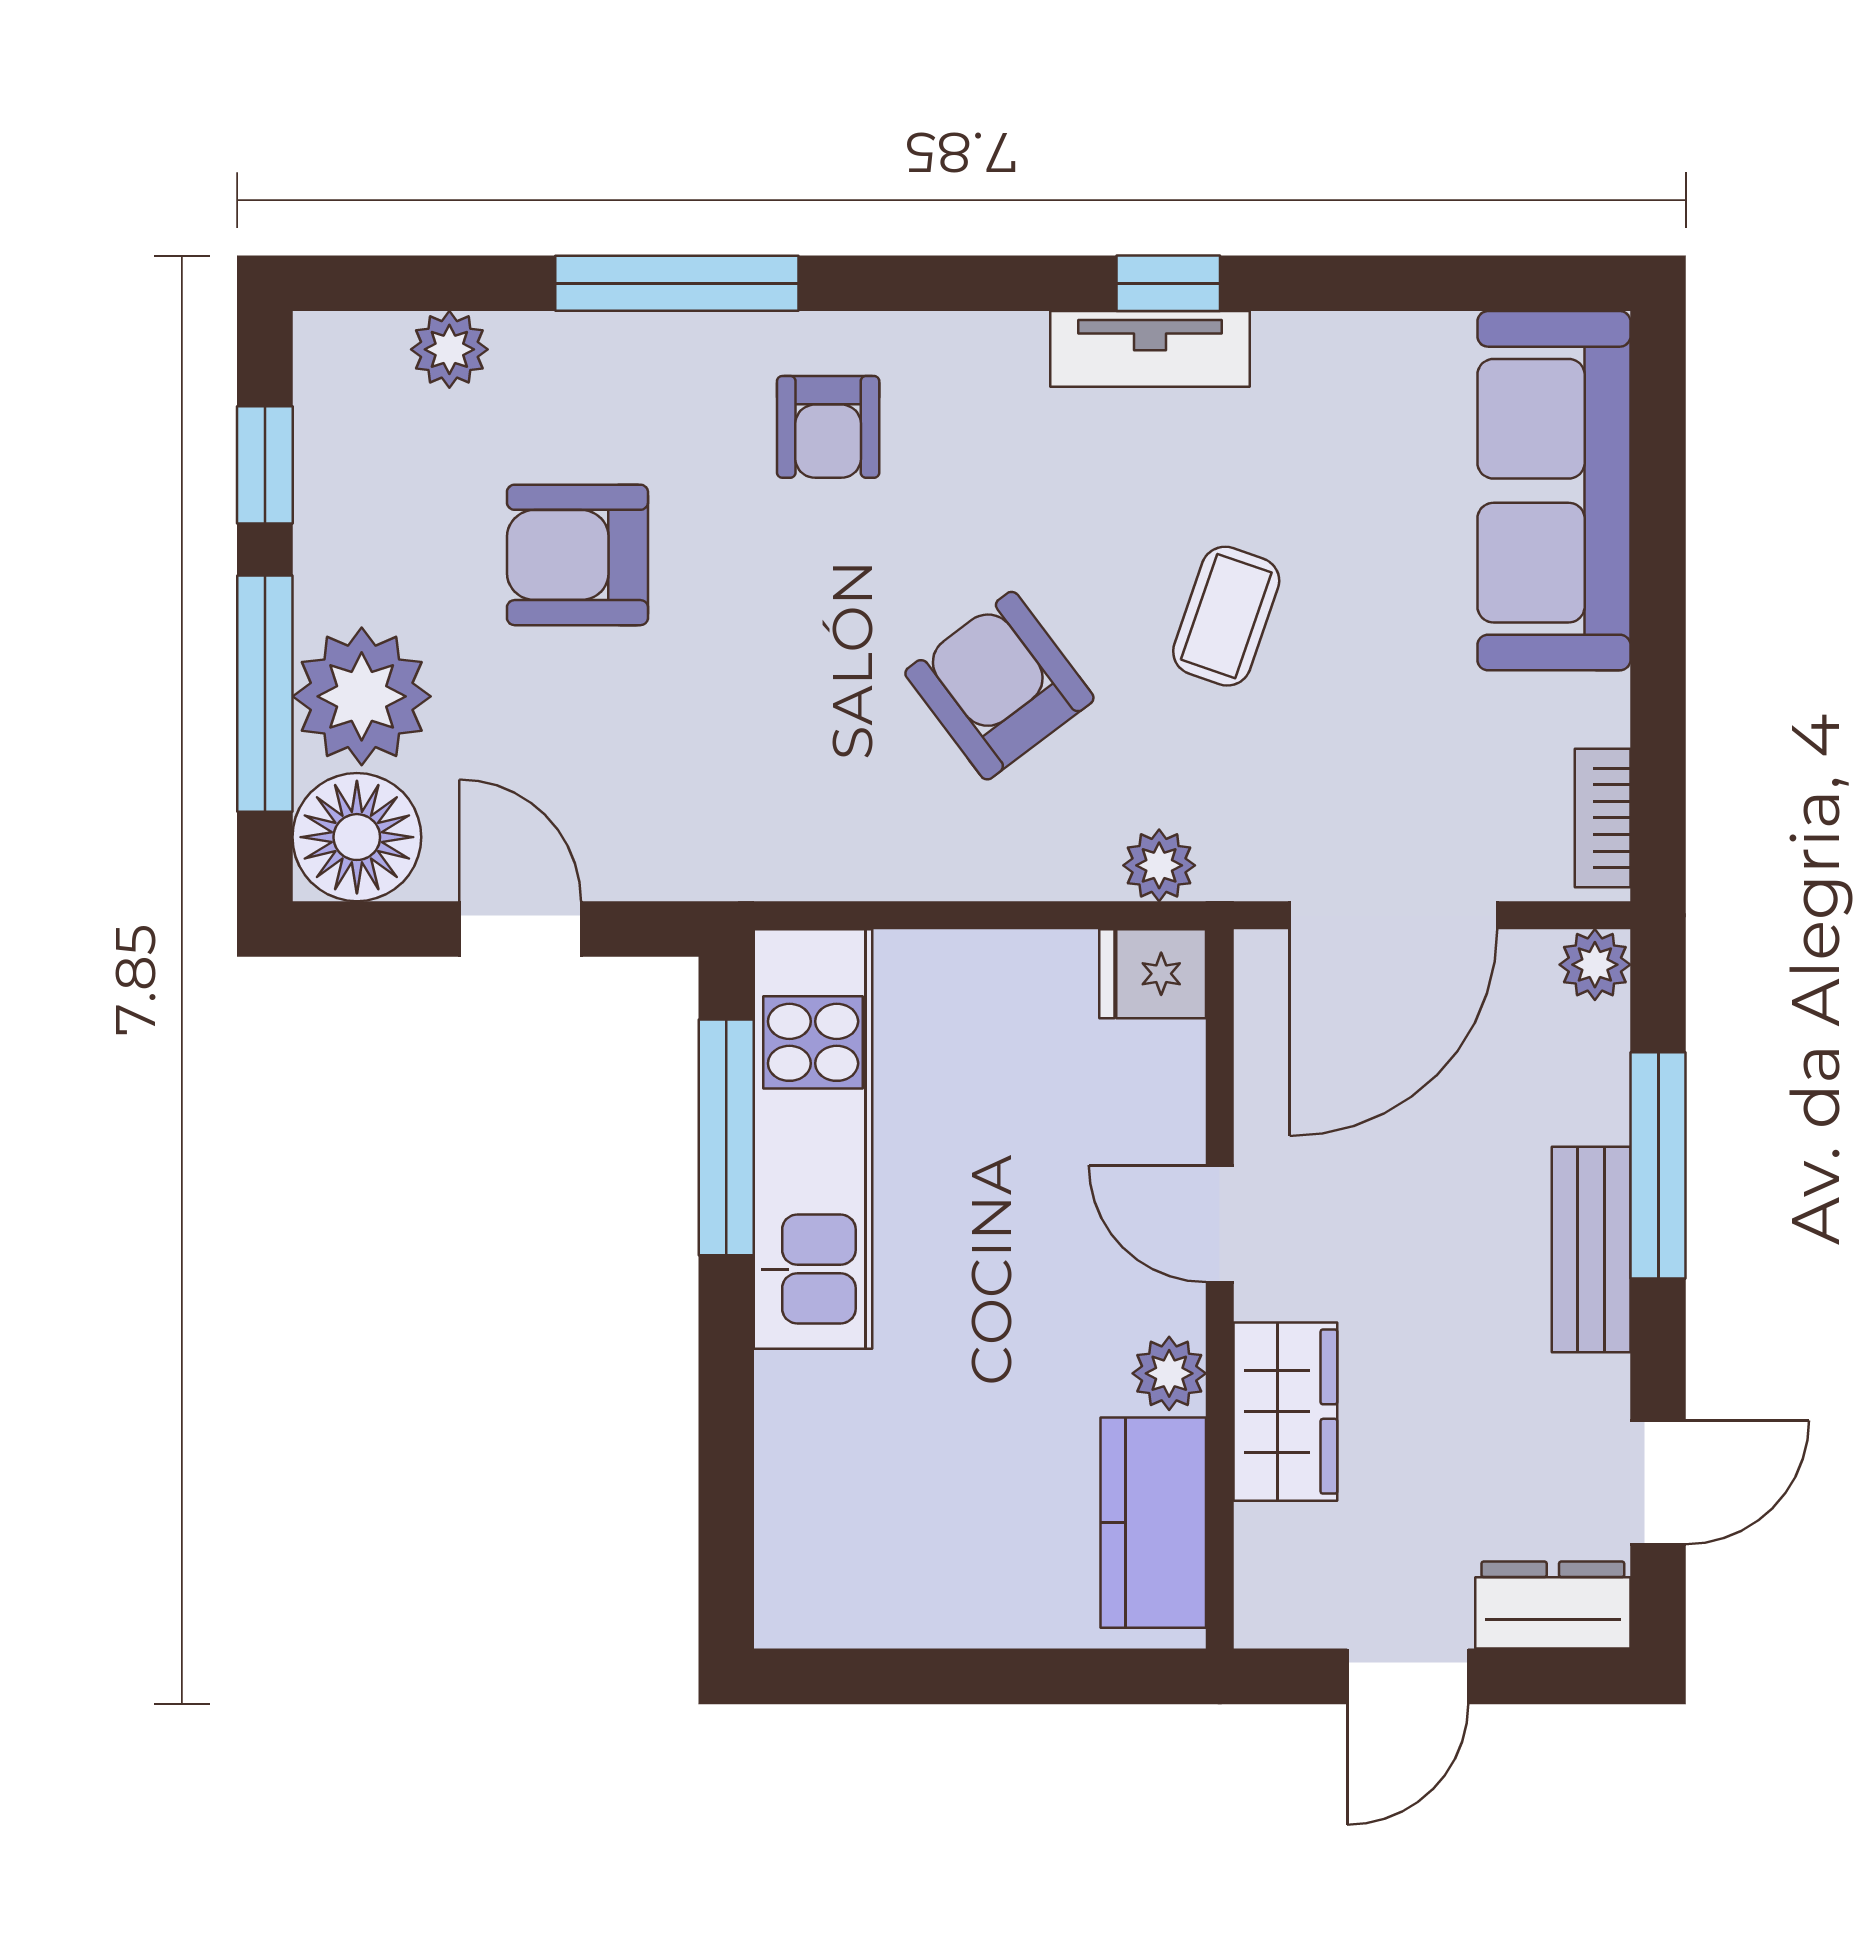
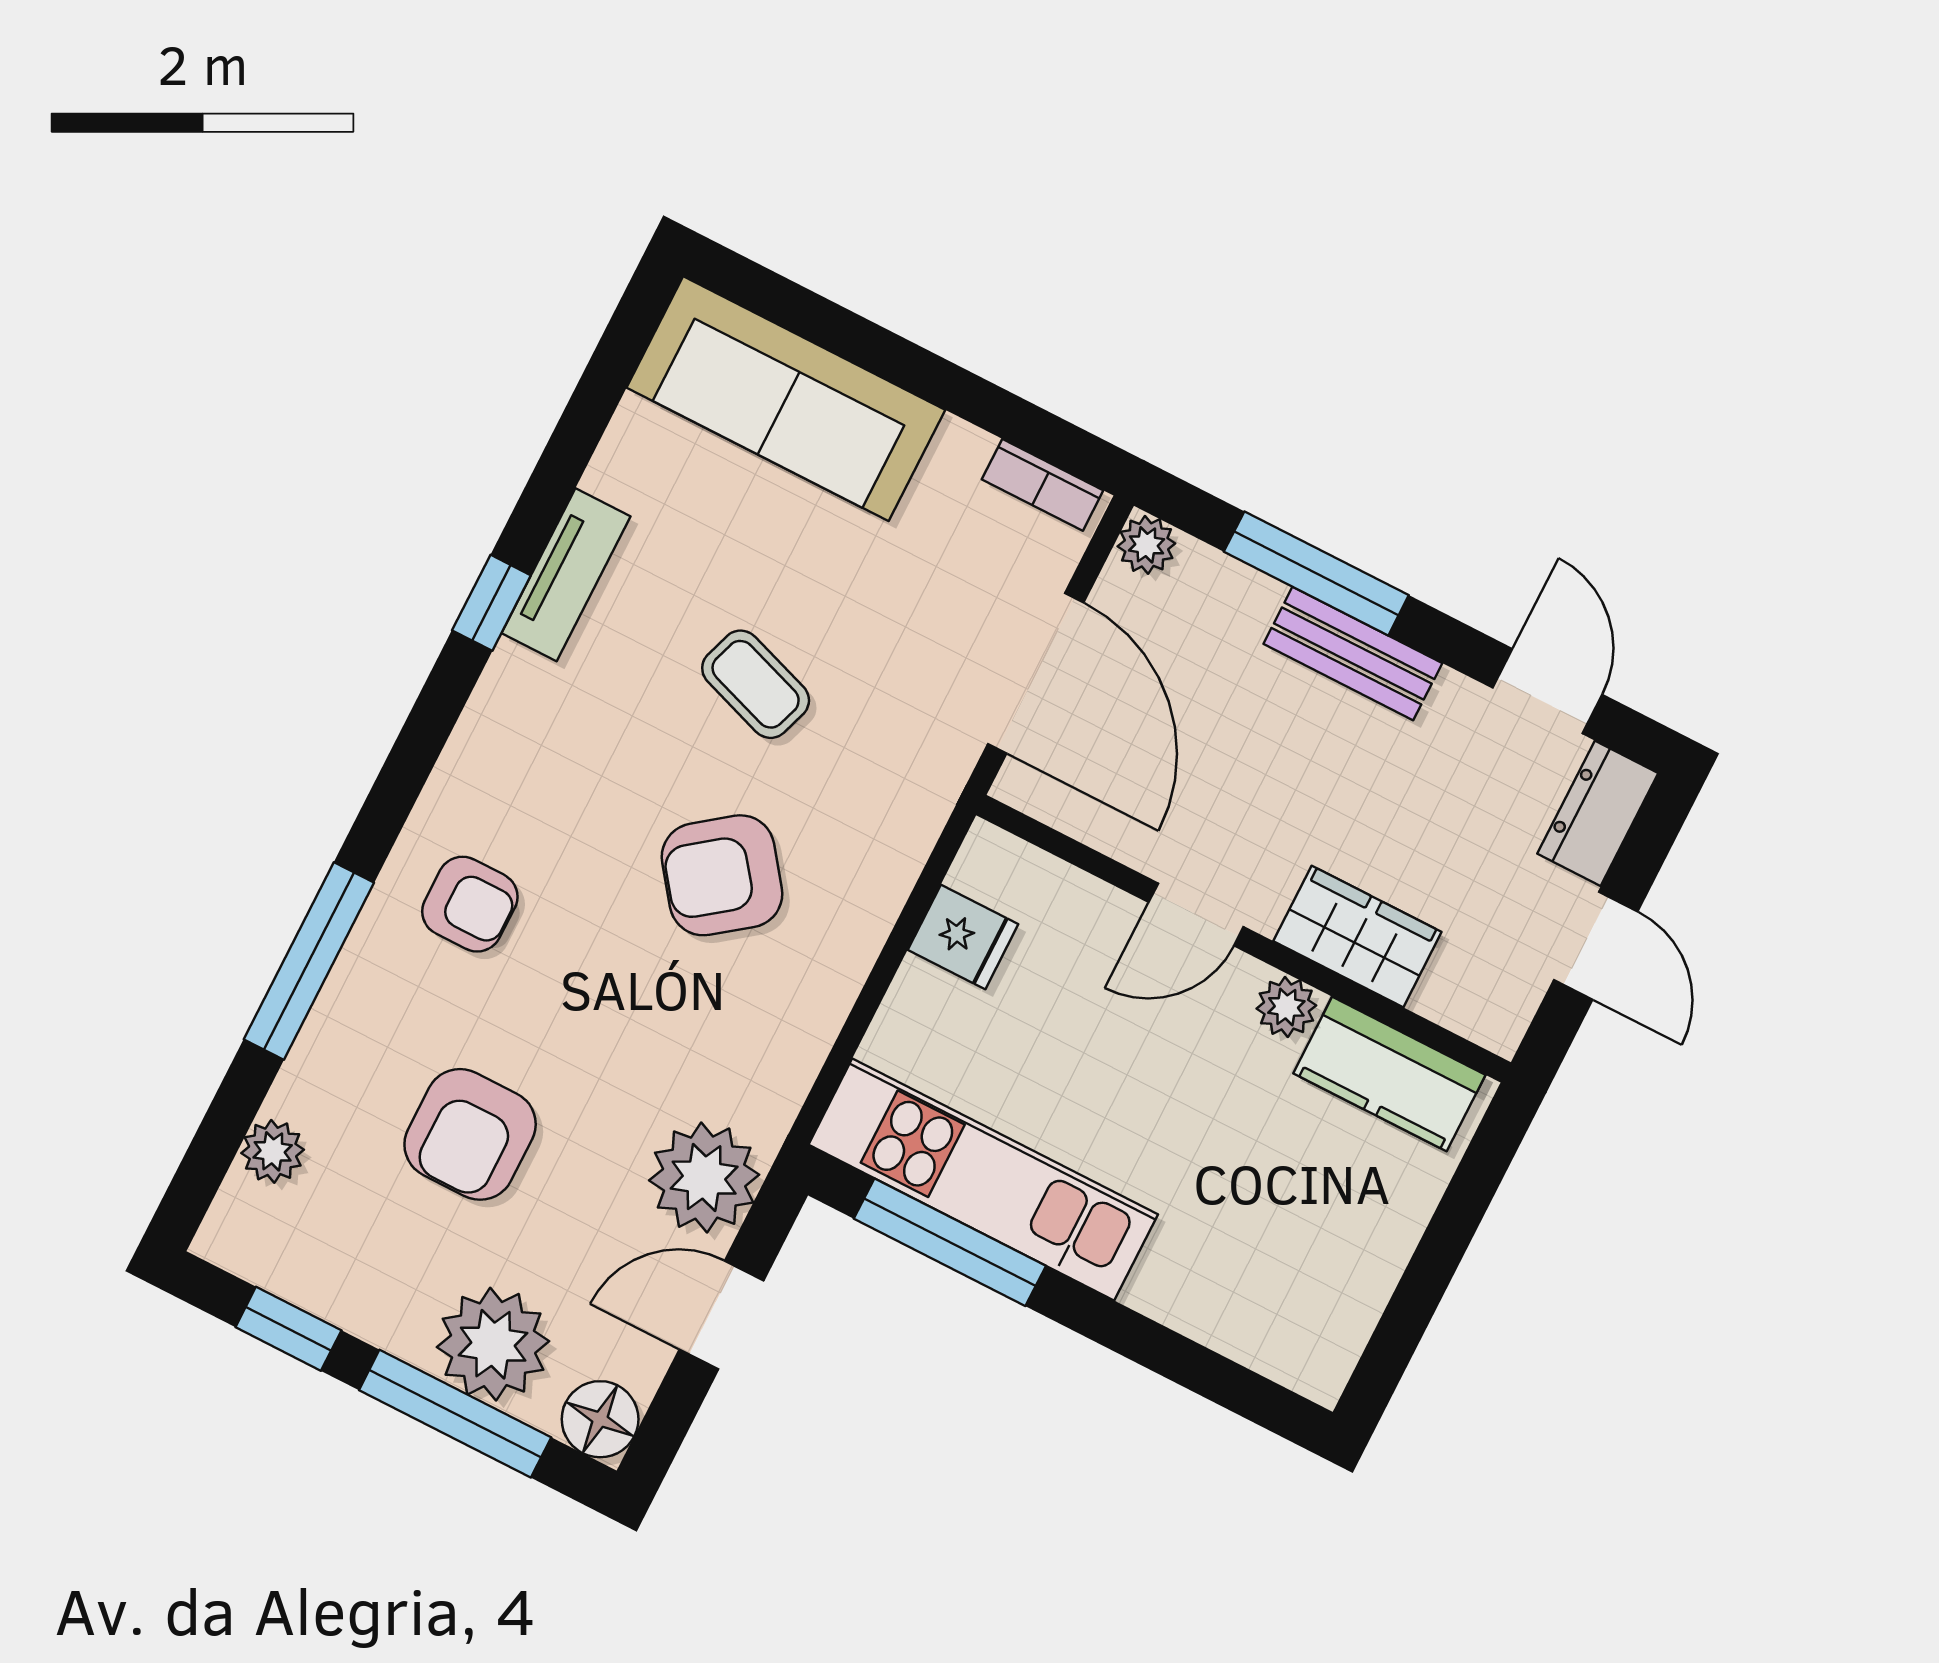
tv unit: (1150, 349) -> (566, 575), moved
floor lamp: (357, 837) -> (600, 1419), width x0.73, depth x0.73
plant: (1159, 865) -> (704, 1178), moved, width x1.88, depth x1.88
fridge: (1153, 974) -> (963, 937), moved, turned -90

